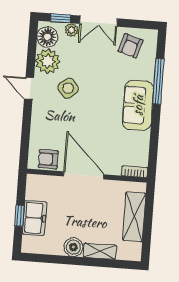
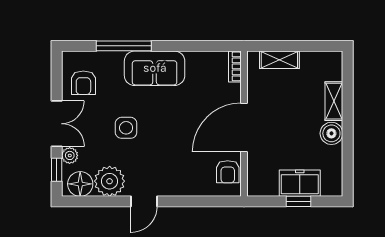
armchair: (131, 46) -> (83, 83), turned 73
side table: (68, 88) -> (126, 128), moved, turned 38
shelving: (134, 217) -> (279, 60), width x0.67, depth x0.75

